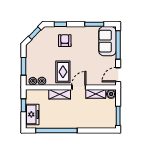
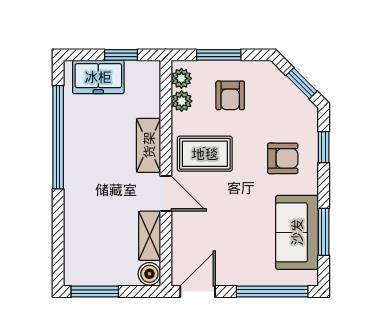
sofa: (107, 41) -> (297, 232), moved, turned -90
armchair: (40, 62) -> (230, 95), added
door: (118, 75) -> (198, 292), hinge flipped

